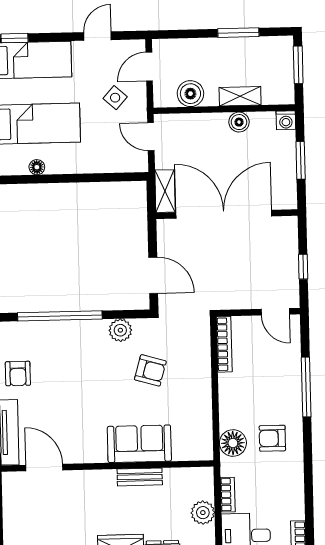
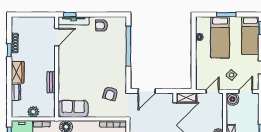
door: (149, 67) -> (246, 91), hinge flipped
boiler: (190, 94) -> (232, 99), moved
plant: (120, 330) -> (121, 75), removed
armchair: (150, 370) -> (110, 94), moved
sofa: (139, 444) -> (73, 109), moved, turned -90

